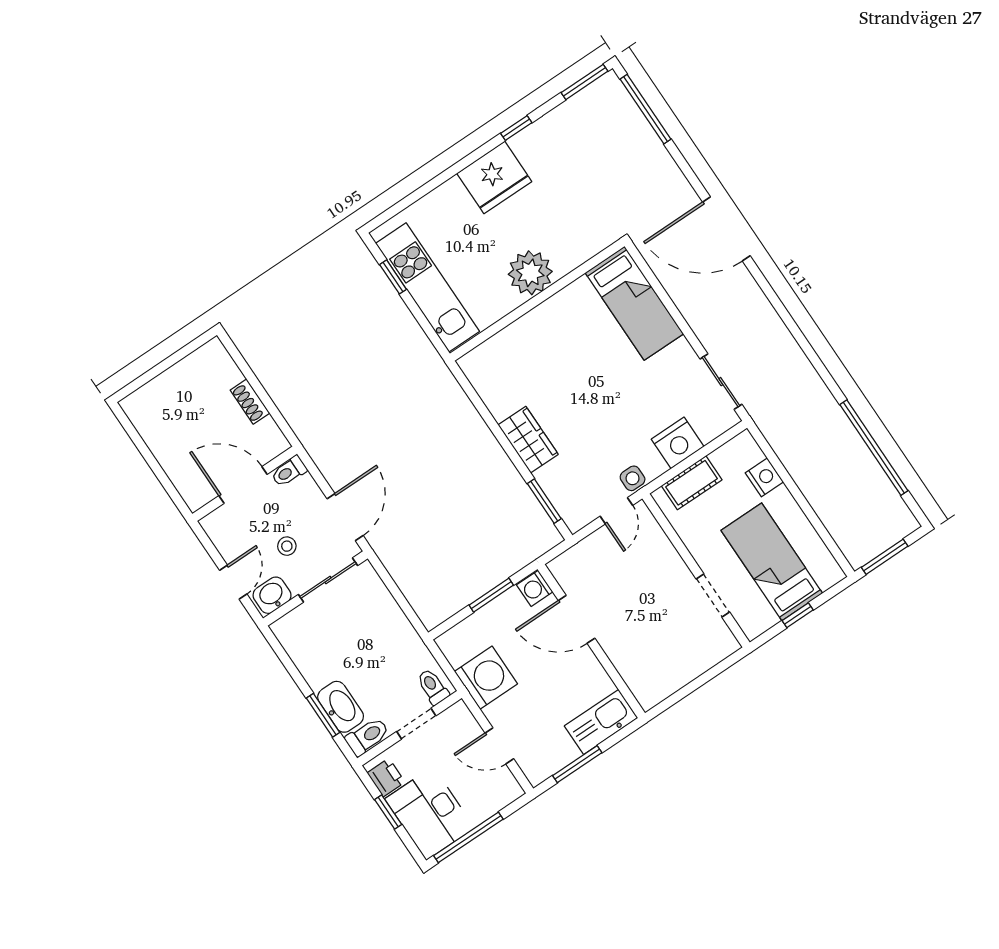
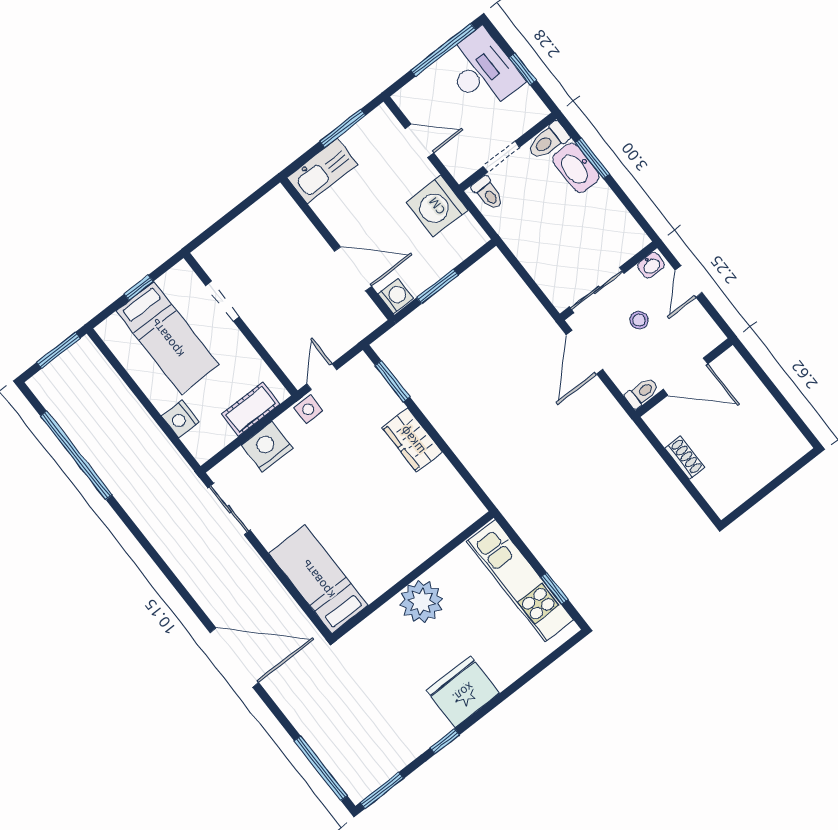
washbasin: (272, 595) -> (651, 265), width x0.72, depth x0.69
printer: (386, 777) -> (527, 102), removed

